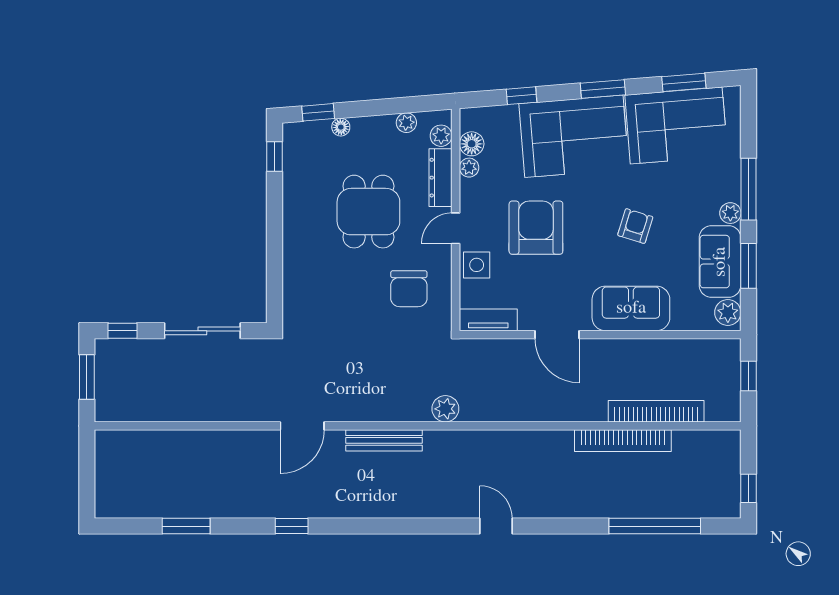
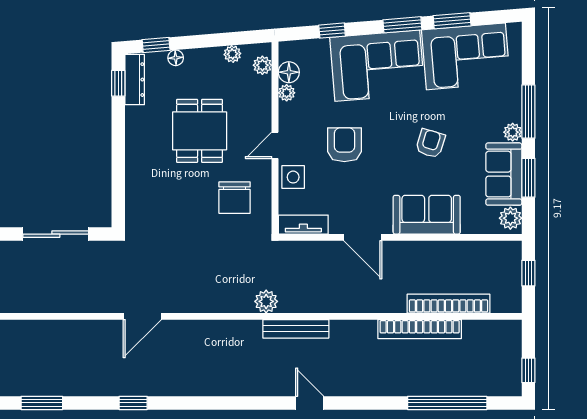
window: (684, 82) -> (452, 21), moved
dresser: (441, 178) -> (135, 80), moved, turned 180
armchair: (536, 228) -> (344, 145), width x0.73, depth x0.73
bench: (384, 440) -> (296, 329), moved

